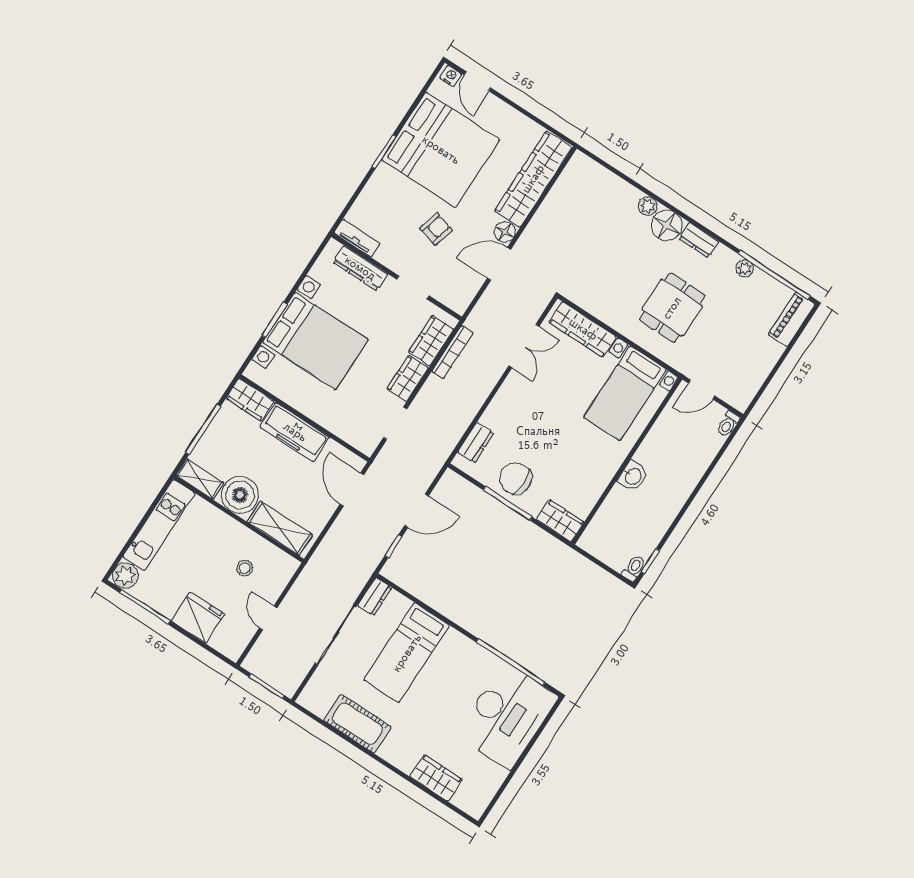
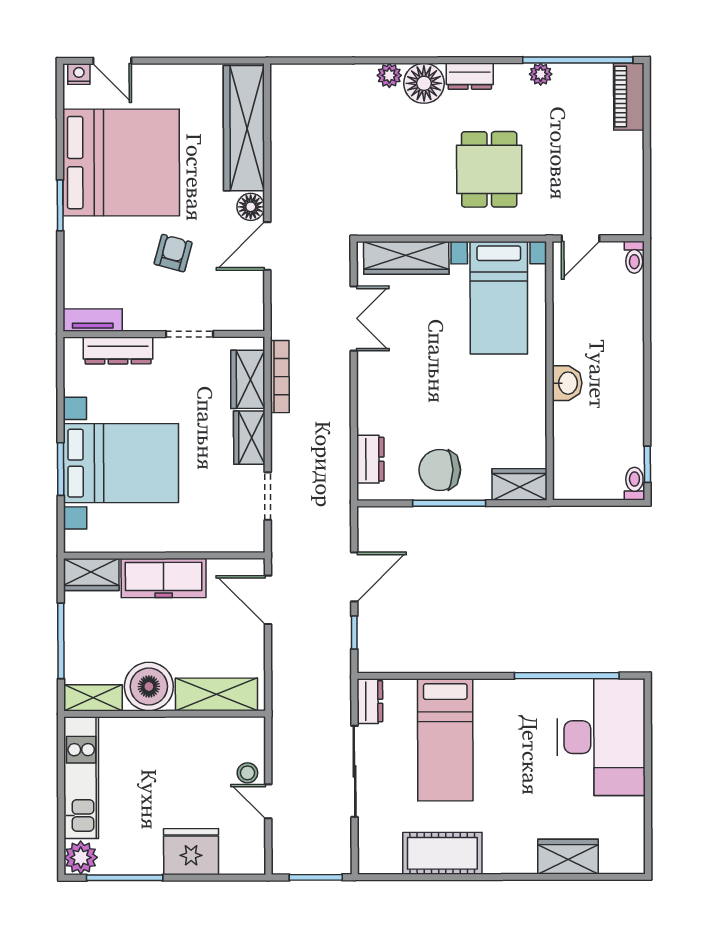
stool: (245, 568) -> (247, 773), moved

